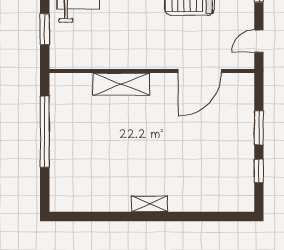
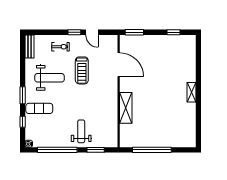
door: (259, 41) -> (92, 32), moved
window: (259, 128) -> (134, 32), moved

